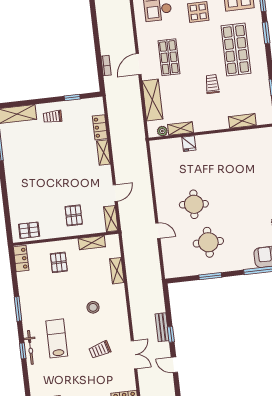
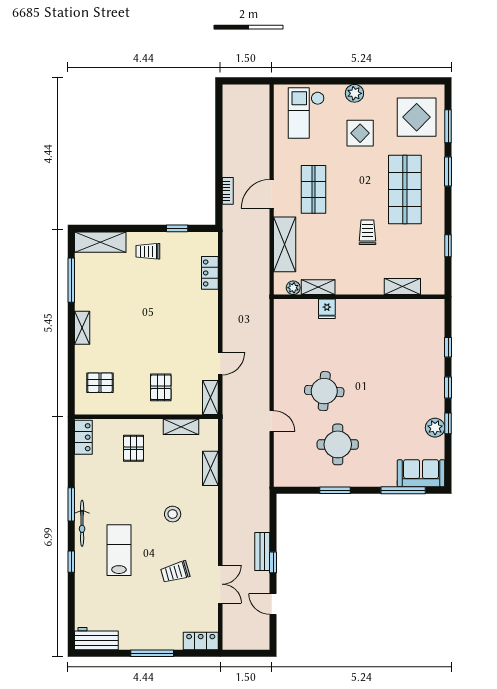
shelving: (103, 153) -> (82, 328), moved
pallet: (29, 230) -> (100, 383), moved
bicycle: (30, 347) -> (82, 523), moved

